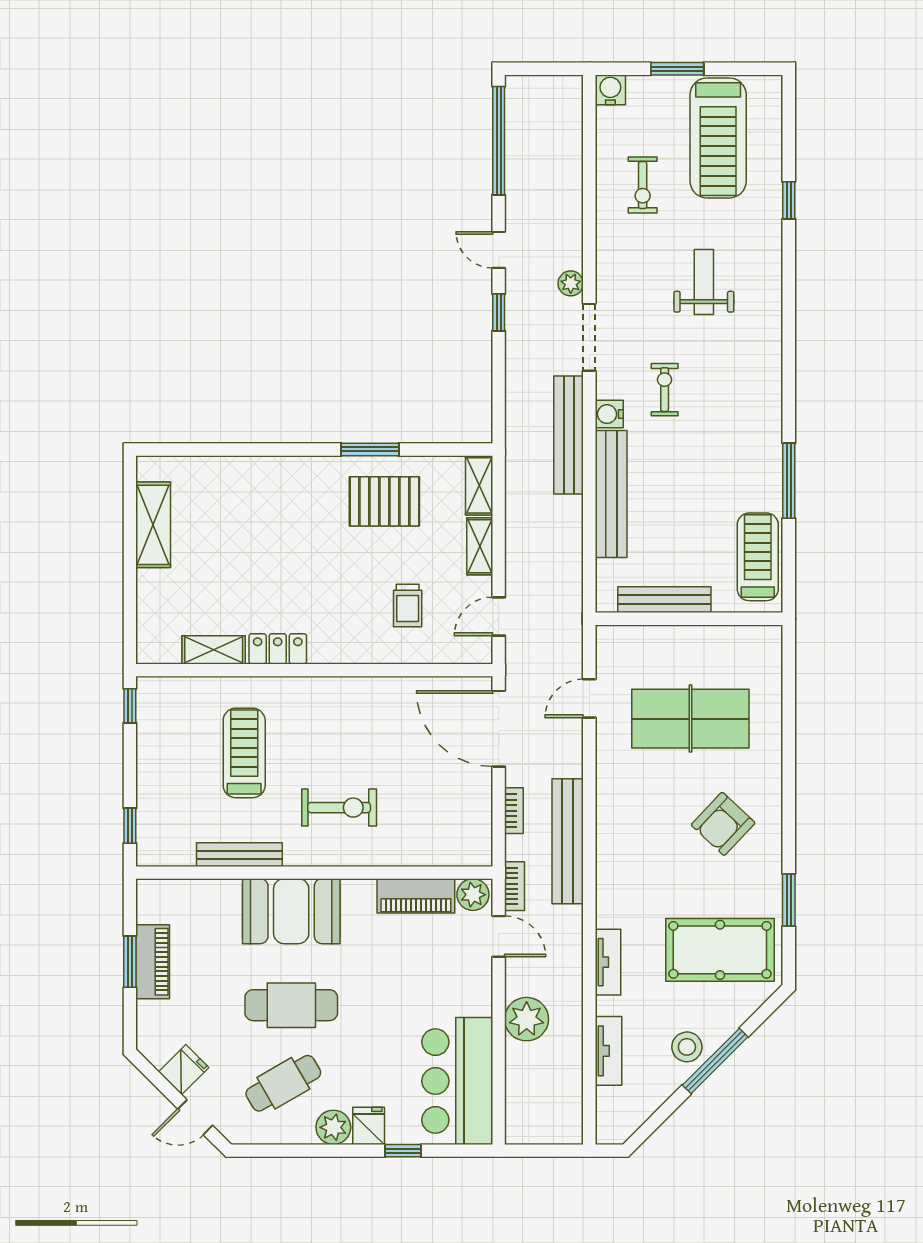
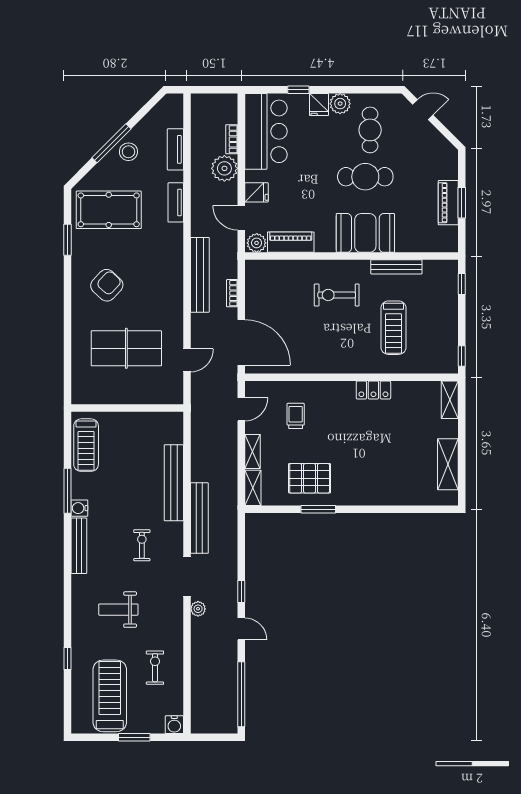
weight bench: (704, 282) -> (118, 610), turned 90
exercise bike: (665, 390) -> (142, 545), turned 180
water cooler: (609, 414) -> (79, 508), moved, turned 180
bench: (664, 600) -> (79, 546), moved, turned 90
shelving: (214, 650) -> (450, 400), moved, turned 90
bookcase: (514, 886) -> (232, 139), moved
fridge: (184, 1070) -> (256, 192), moved, turned -135
cafe table: (283, 1083) -> (370, 130), turned -60

